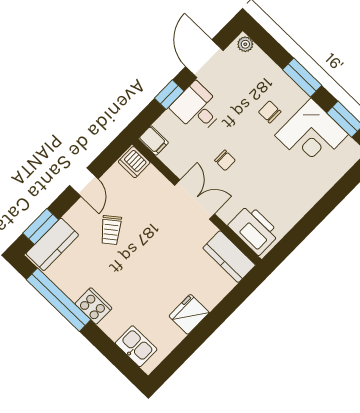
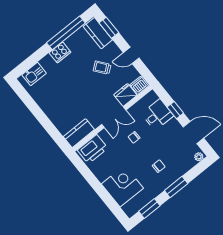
desk: (197, 108) -> (157, 115), moved
corner desk: (312, 135) -> (122, 186), moved, turned 90
filing cabinet: (153, 141) -> (150, 98), removed
fridge: (189, 314) -> (125, 95), moved, turned -90

